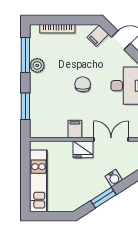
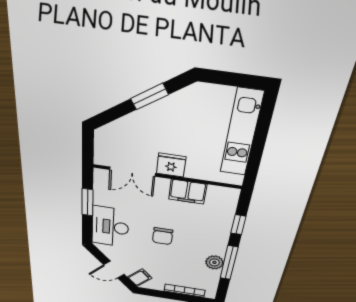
window: (25, 55) -> (229, 263), moved
window: (25, 106) -> (238, 225), width x0.67
filing cabinet: (75, 129) -> (188, 192), width x2.00
water cooler: (114, 178) -> (132, 122), removed

